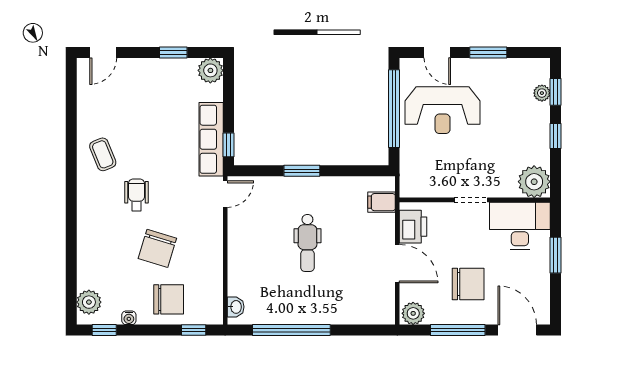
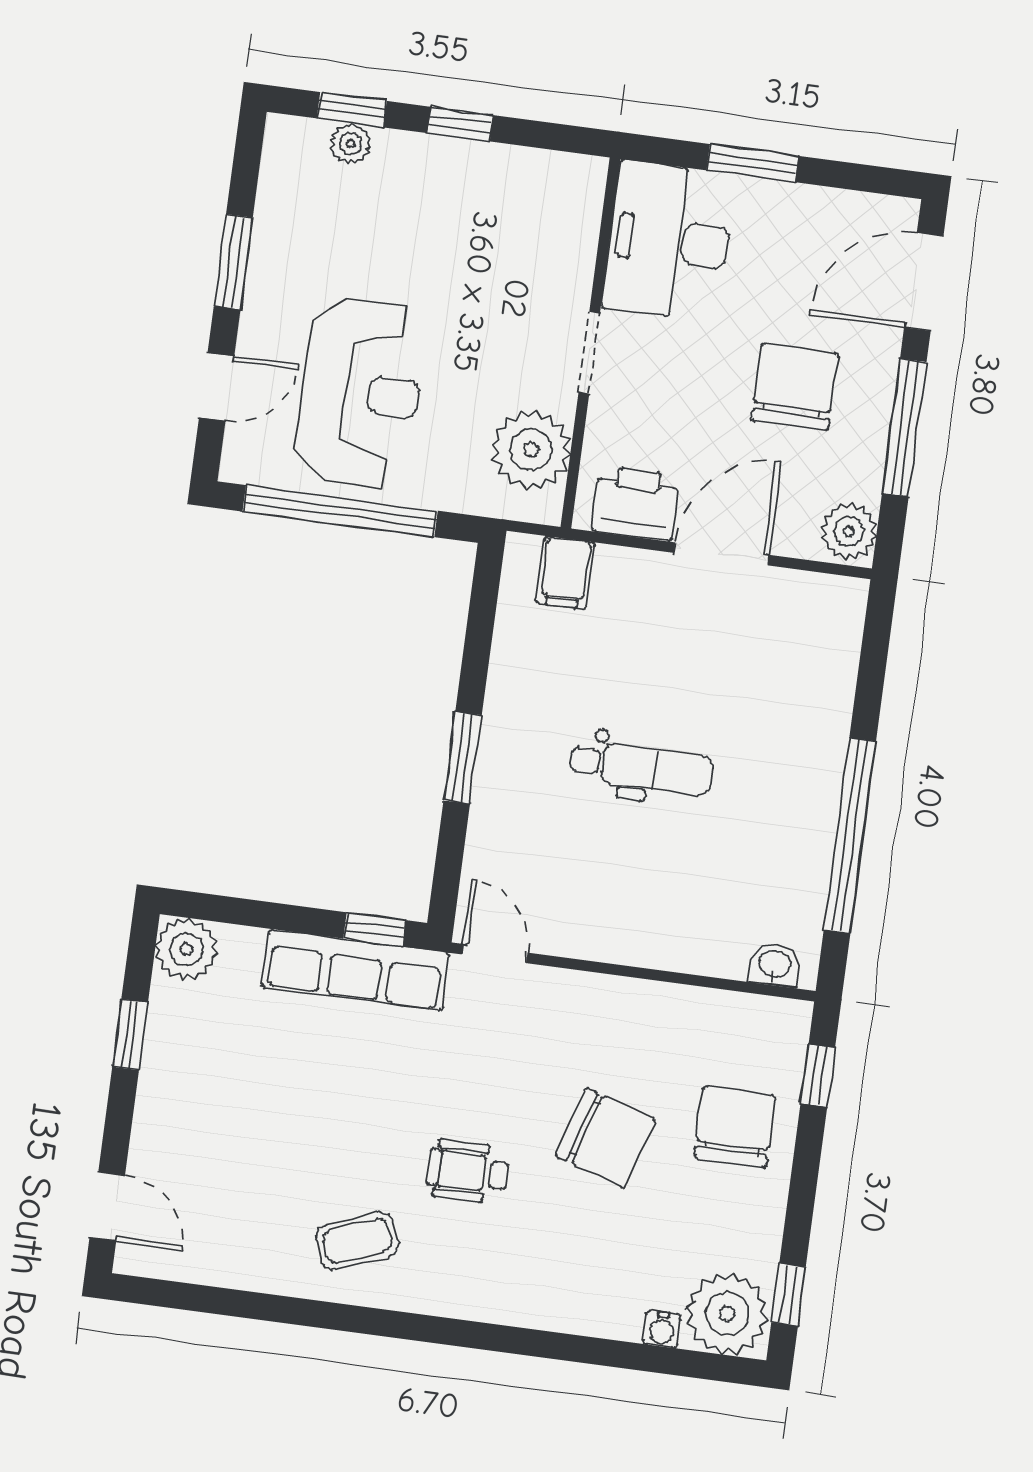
plant: (534, 182) -> (531, 450), moved
plant: (89, 302) -> (727, 1314), width x1.36, depth x1.36
water cooler: (129, 318) -> (662, 1329), moved, turned 90

